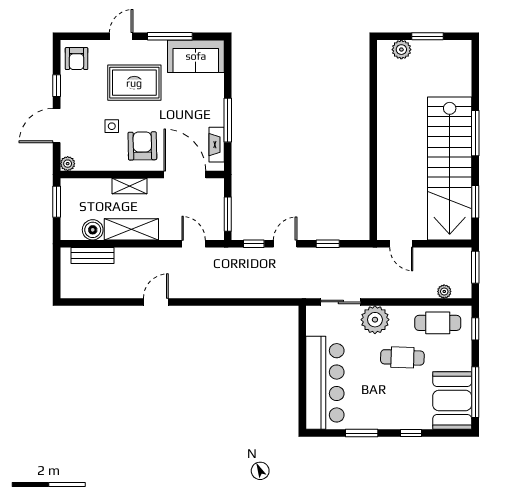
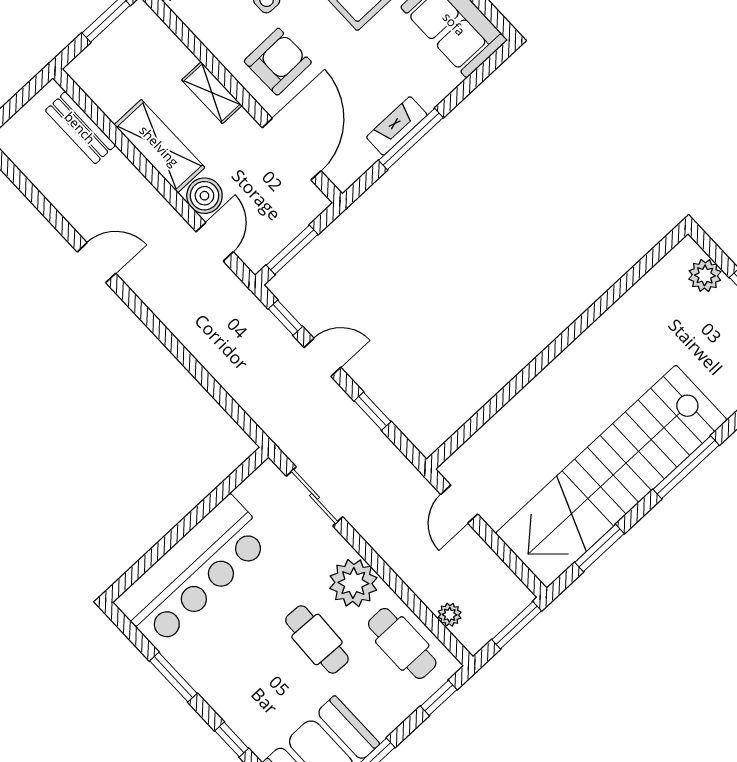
fireplace: (217, 145) -> (397, 126), moved
boiler: (93, 230) -> (204, 196), moved
plant: (375, 320) -> (353, 583), moved

